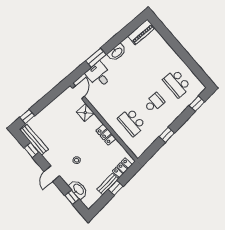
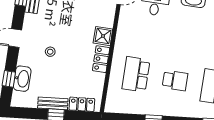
shower: (85, 113) -> (103, 36), moved

